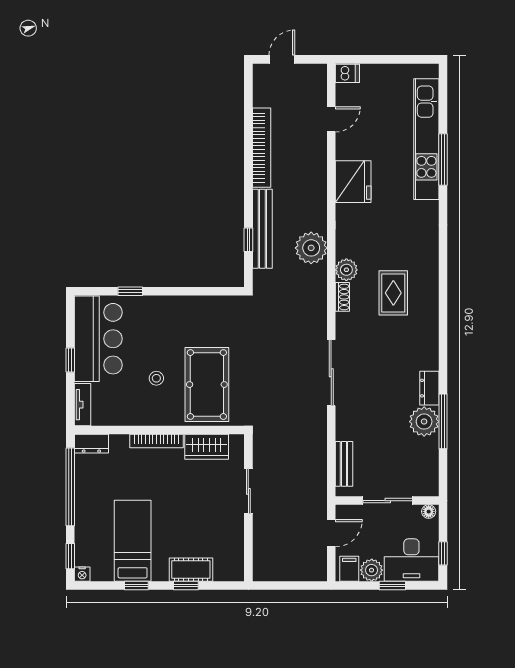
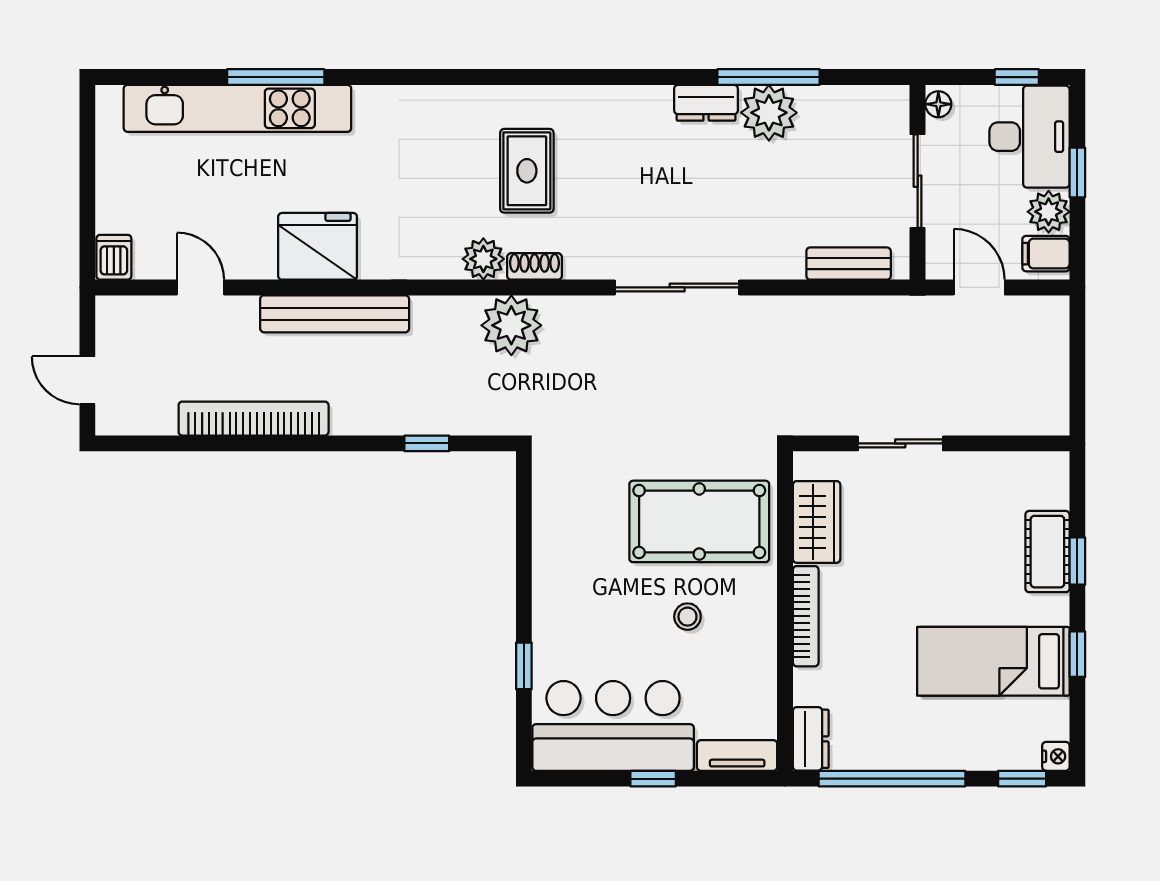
bench: (262, 229) -> (335, 314), moved
plant: (311, 248) -> (511, 325), moved
rug: (393, 293) -> (527, 171), turned 90

